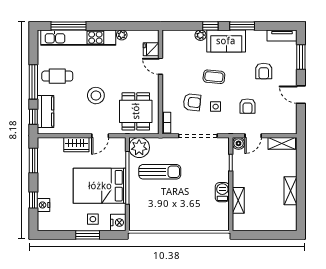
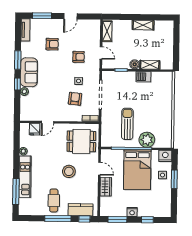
kitchen unit: (78, 38) -> (25, 177), width x0.73
coffee table: (214, 77) -> (56, 82), removed
boiler: (239, 143) -> (135, 64), moved
plant: (139, 147) -> (147, 140), moved
nightstand: (43, 205) -> (132, 212), moved

